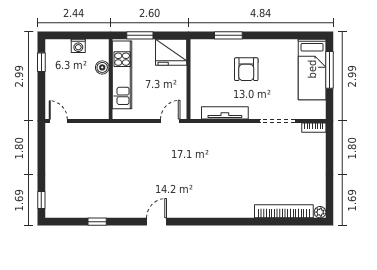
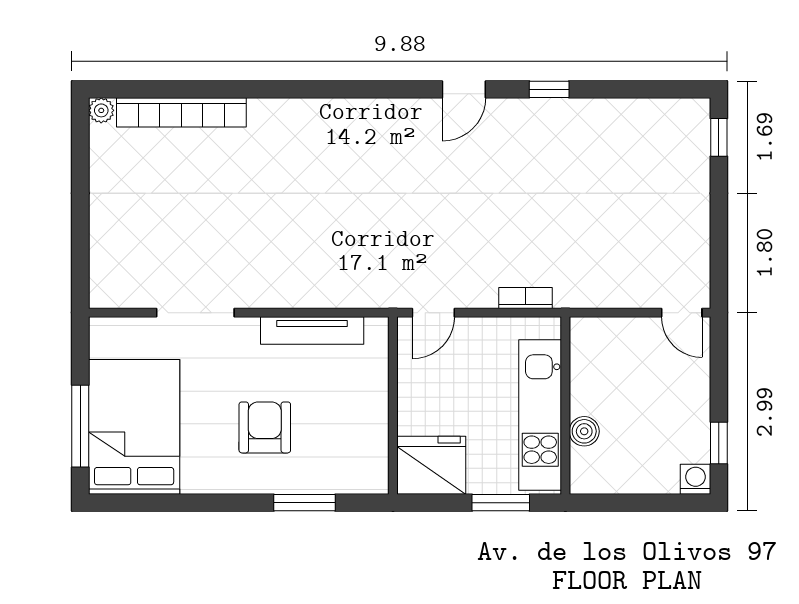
washing machine: (78, 46) -> (696, 479), moved
bed: (312, 69) -> (134, 427), width x1.50
bookcase: (314, 128) -> (525, 298), moved
window: (97, 222) -> (549, 89), moved

